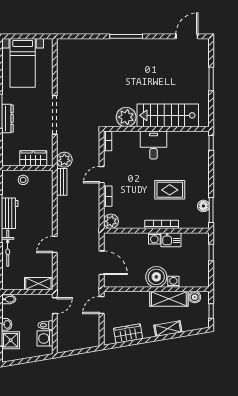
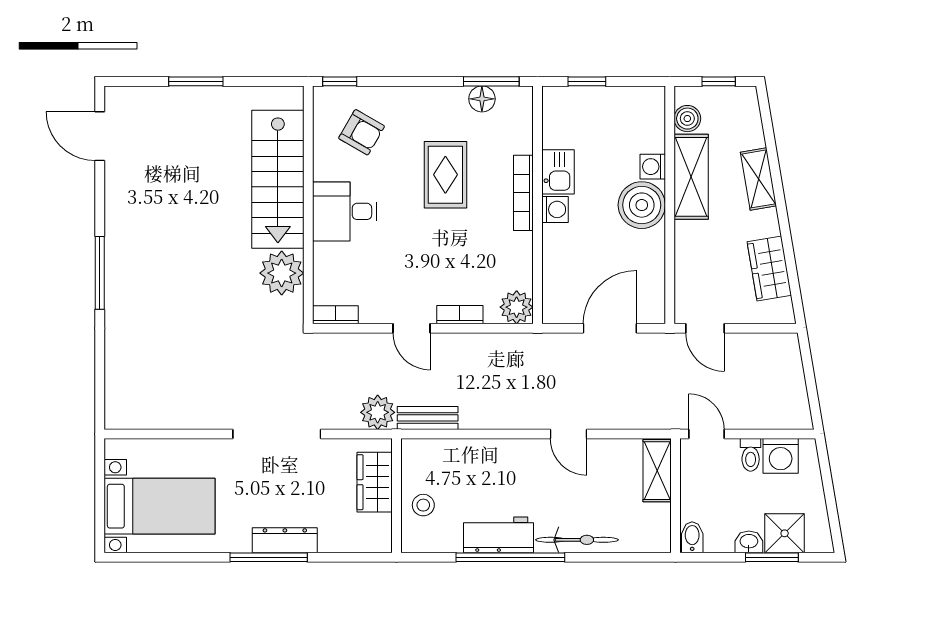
armchair: (189, 153) -> (362, 132), added

